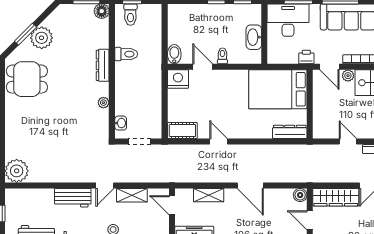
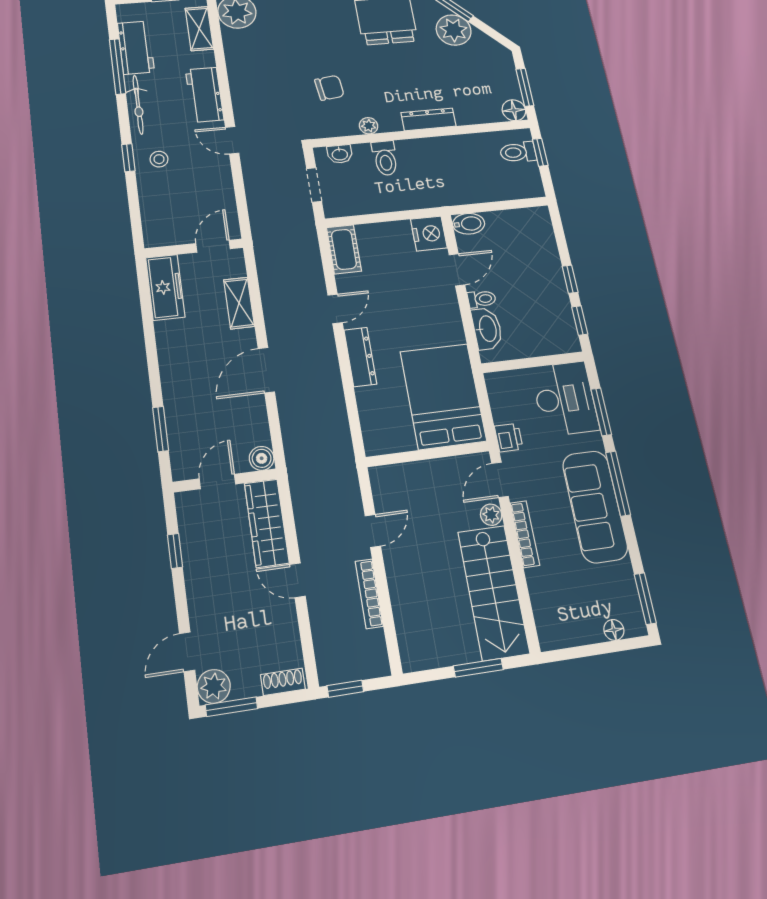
washbasin: (254, 37) -> (487, 329), moved, turned 90
toilet: (126, 54) -> (385, 158), moved
chair: (75, 122) -> (329, 88), added
dresser: (290, 132) -> (360, 357), moved
shelving: (132, 195) -> (199, 29), moved

